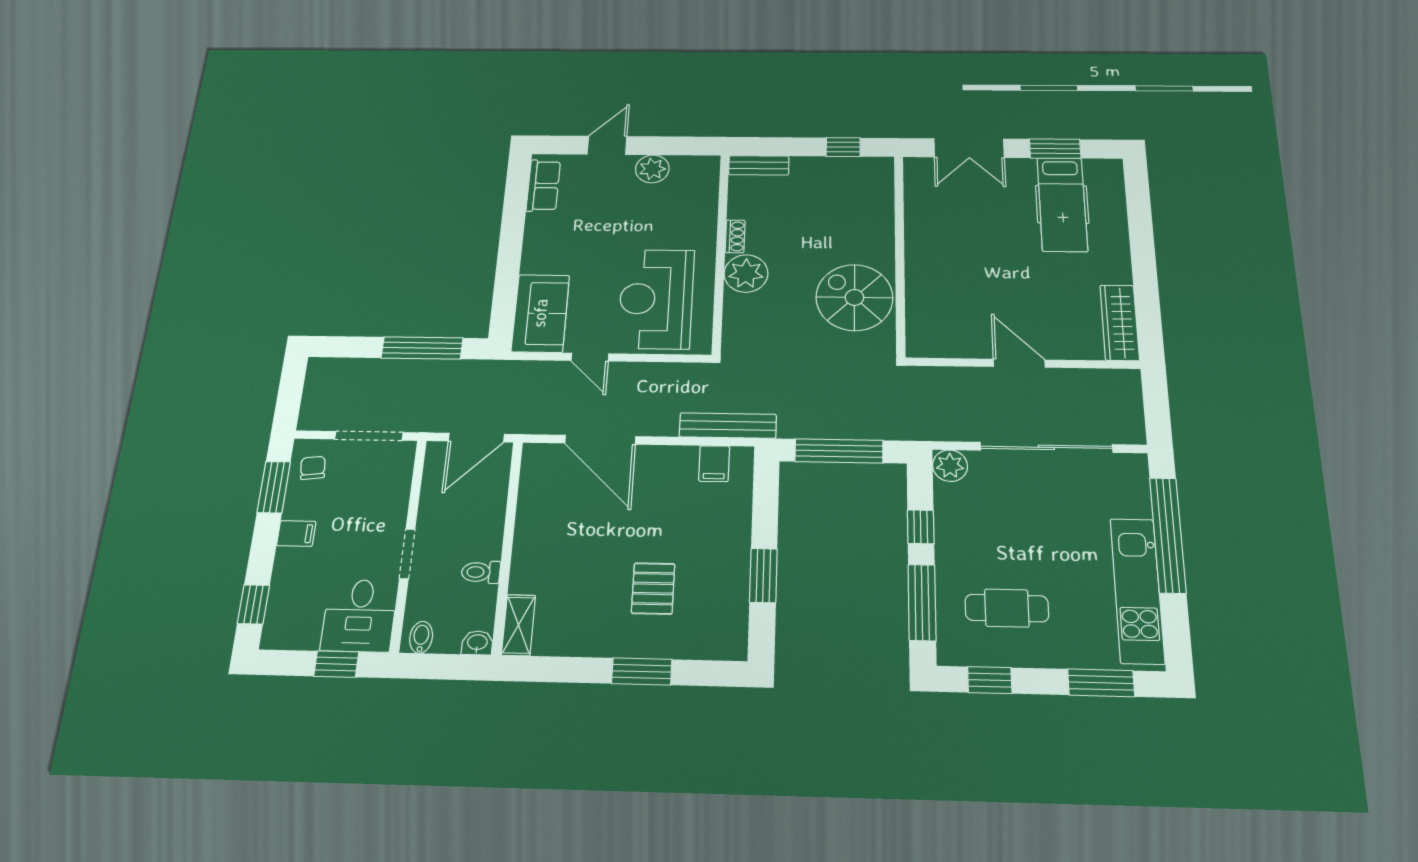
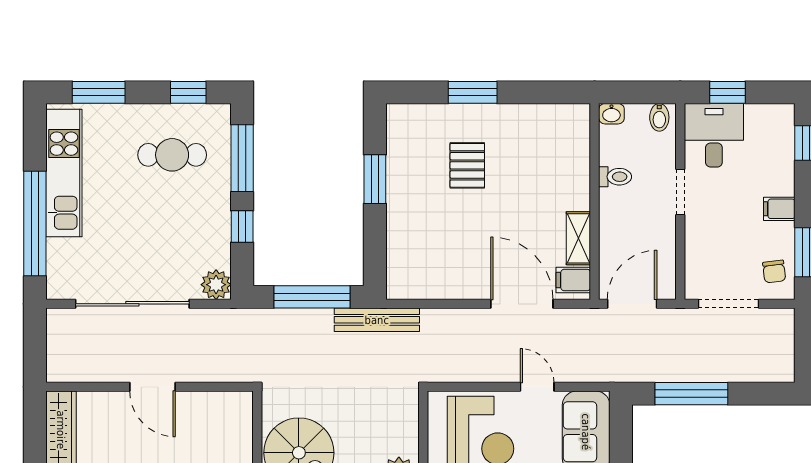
bench: (728, 426) -> (377, 320), moved
filing cabinet: (714, 464) -> (573, 280), moved, turned -90
shelving: (518, 625) -> (578, 238), moved

